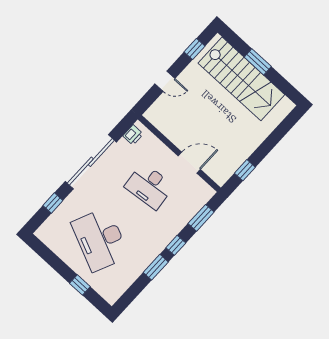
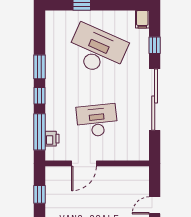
printer: (133, 135) -> (52, 139), moved, turned 180
window: (201, 218) -> (39, 132), width x1.44
filing cabinet: (44, 231) -> (142, 19), added

